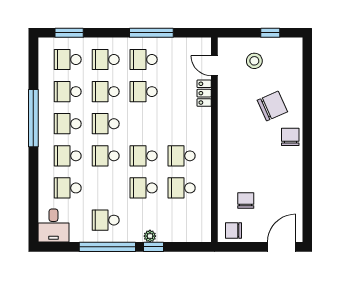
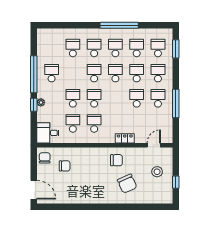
locker: (204, 93) -> (125, 138), moved
chair: (290, 137) -> (116, 160), moved
desk: (53, 226) -> (48, 133), moved

